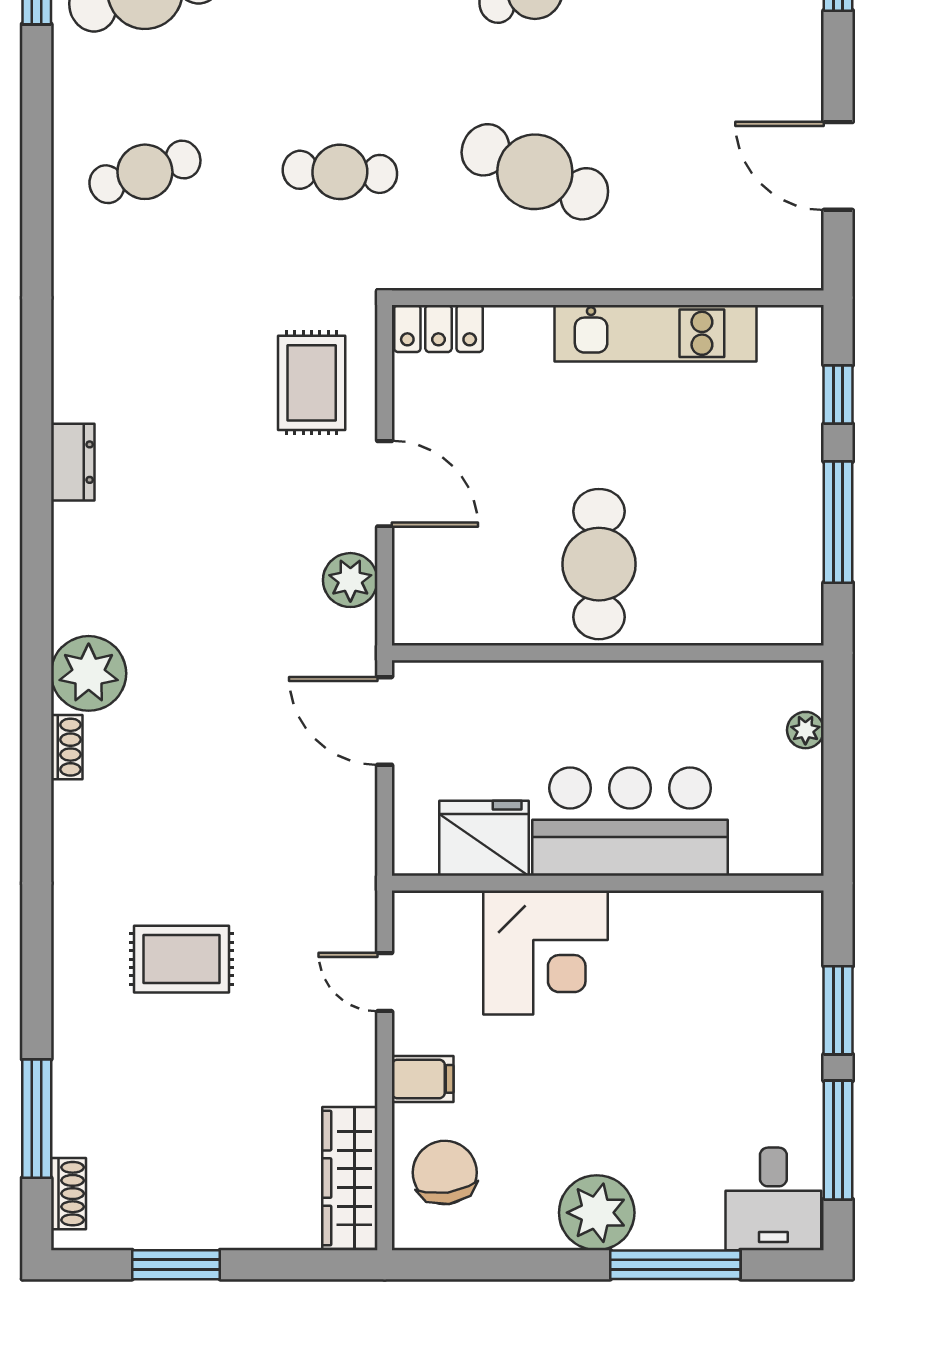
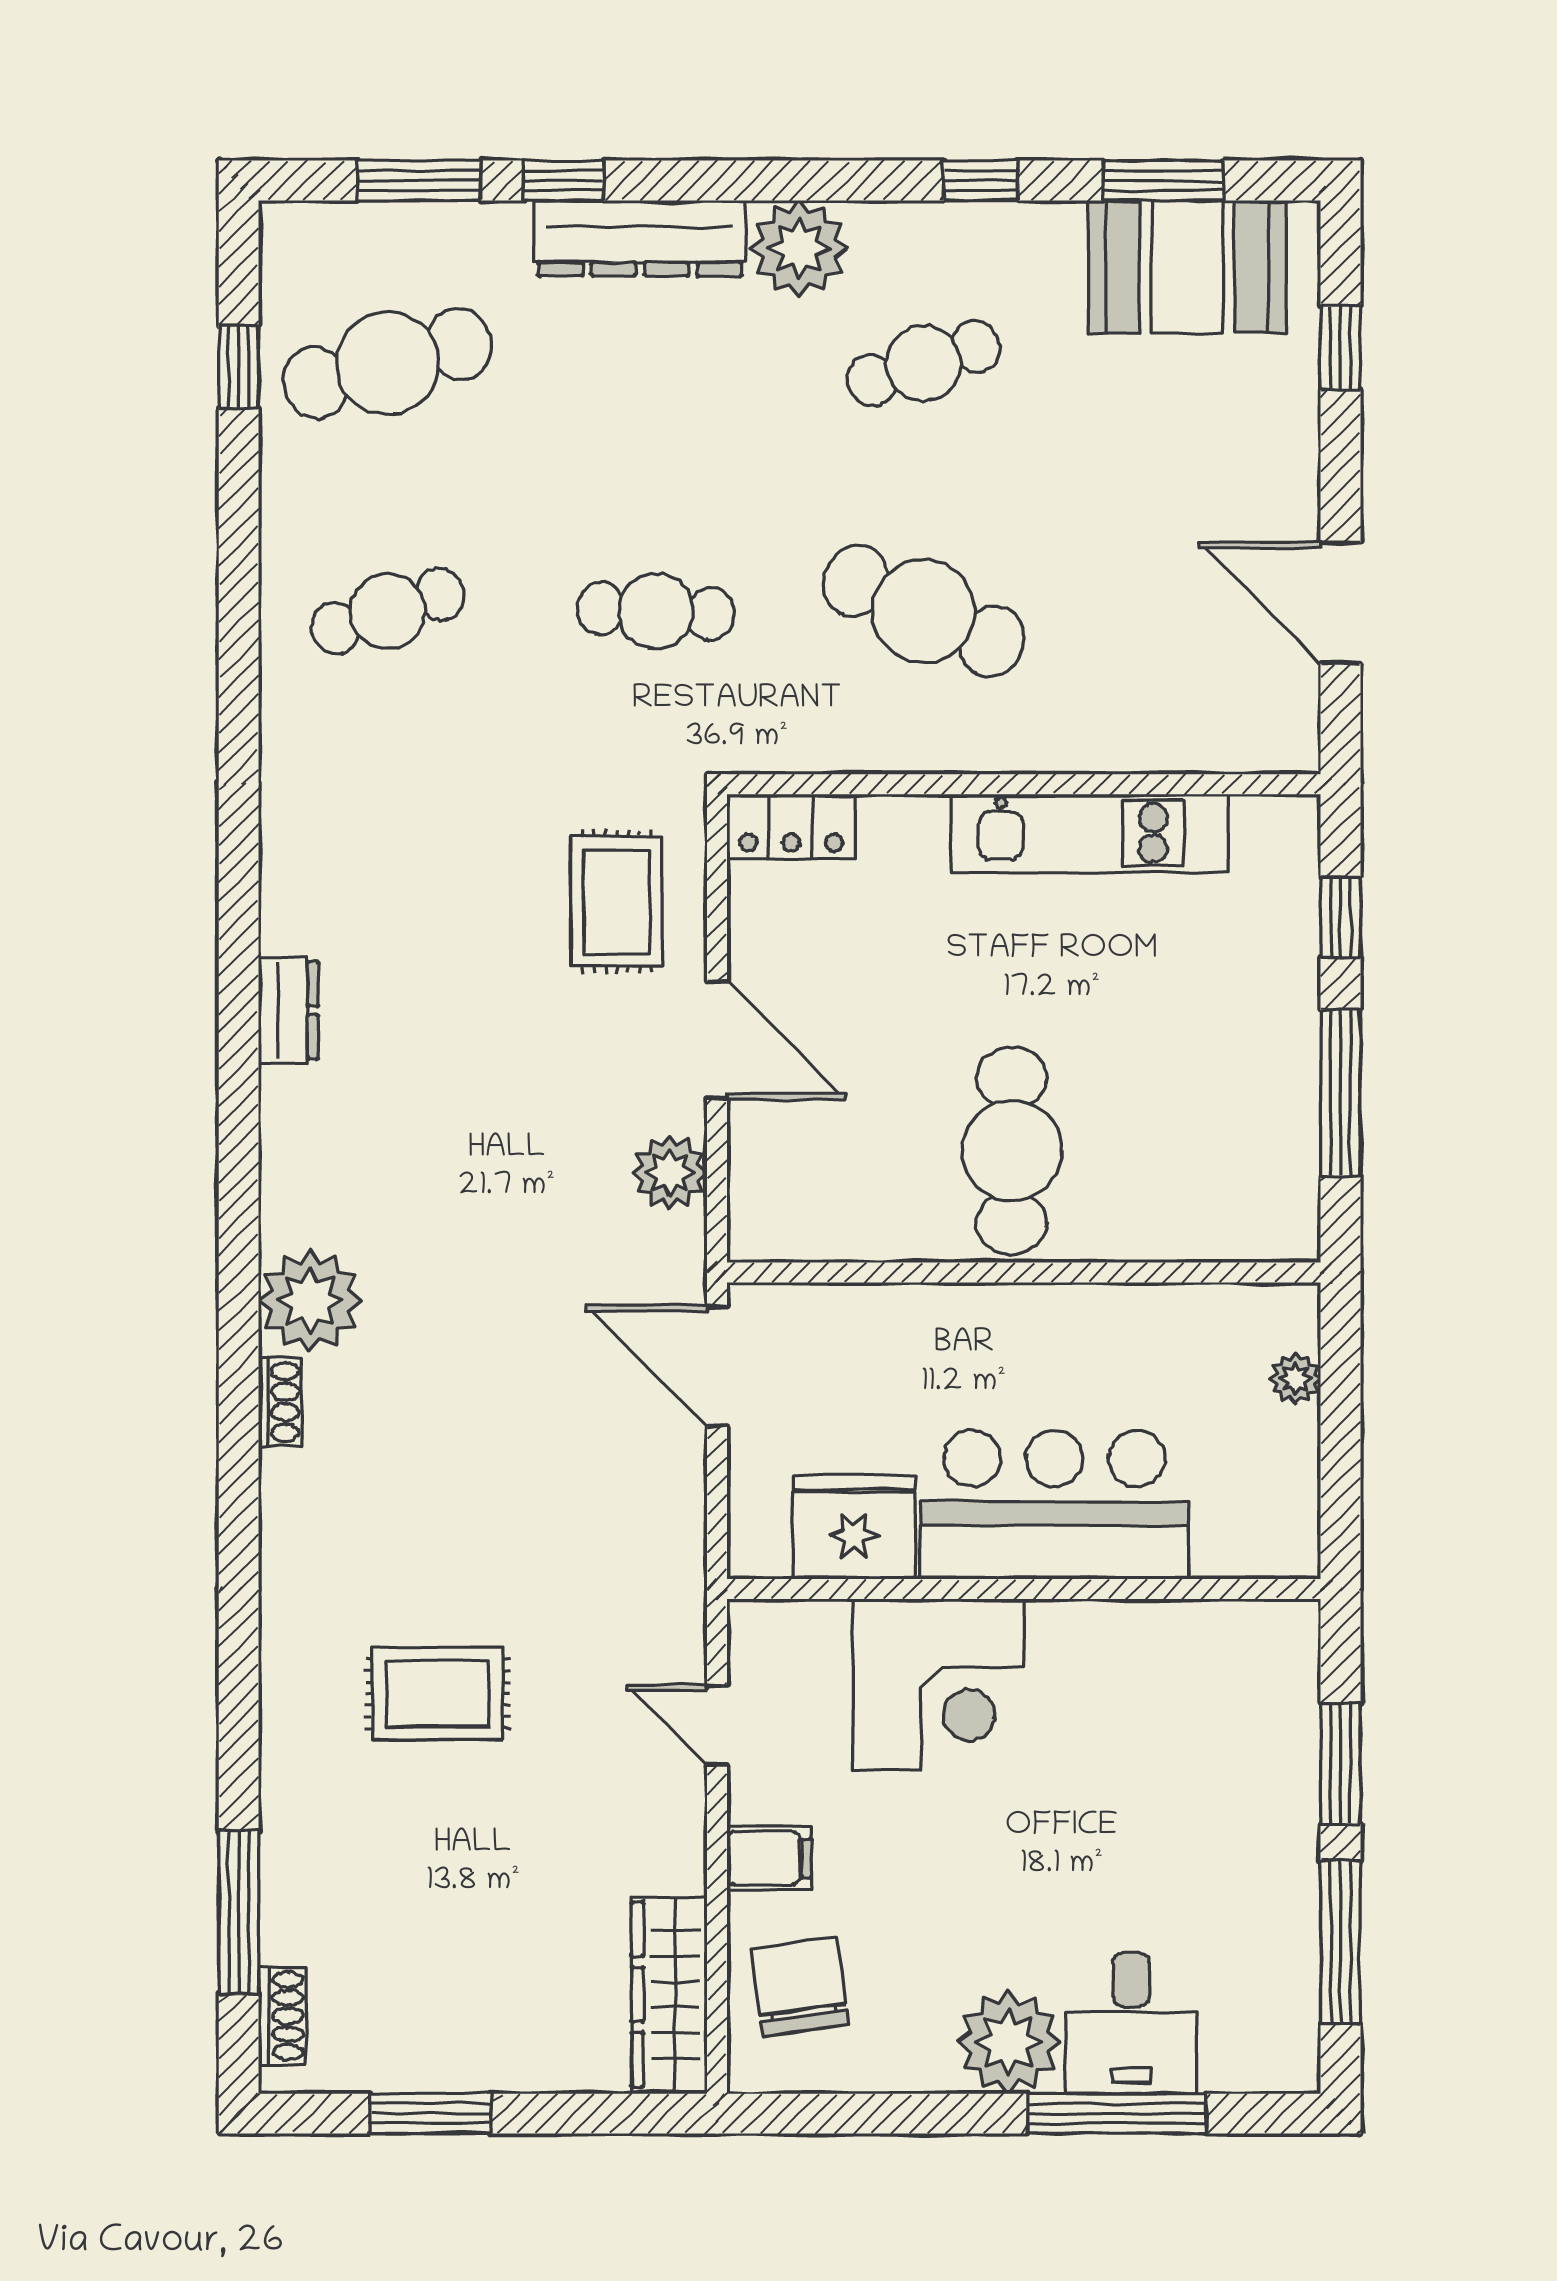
desk: (773, 1199) -> (1131, 2023), moved

